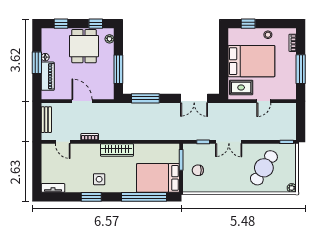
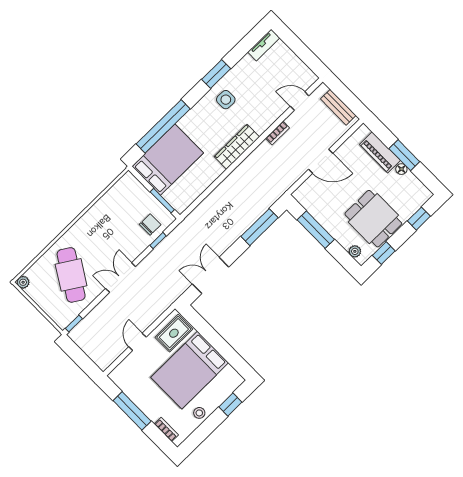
double door: (229, 142) -> (121, 277), moved
chair: (198, 170) -> (150, 225), moved

